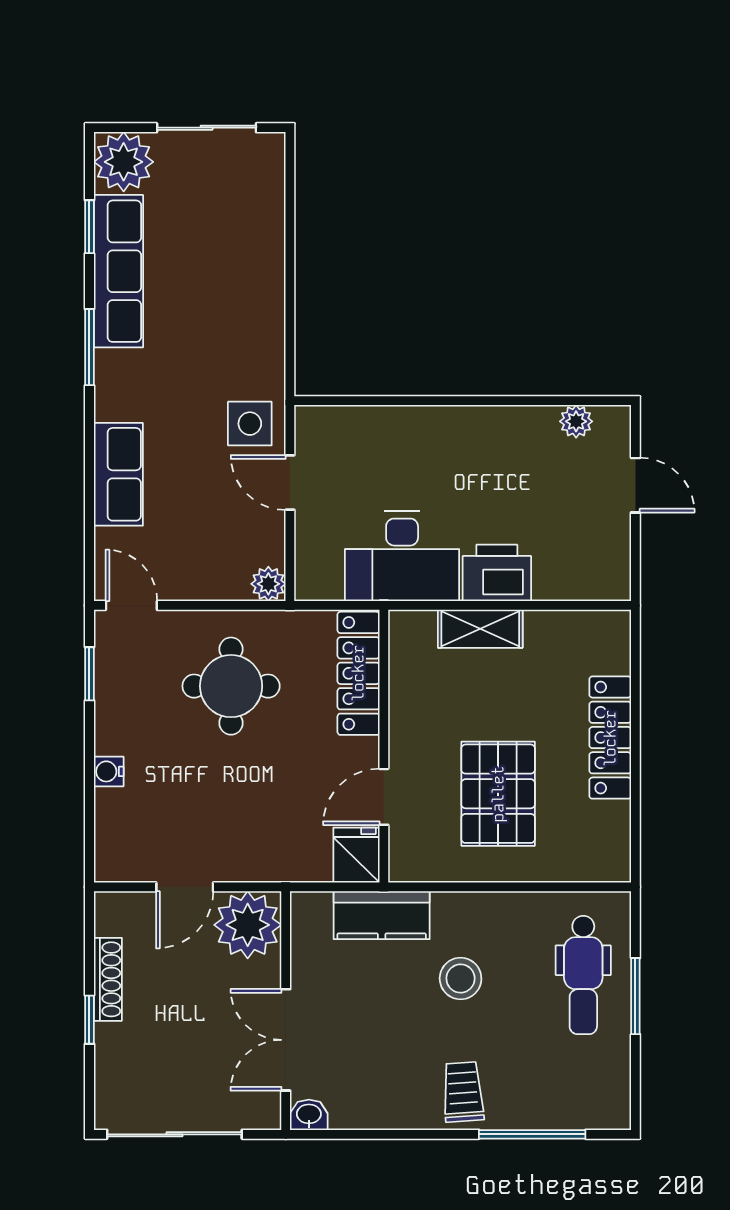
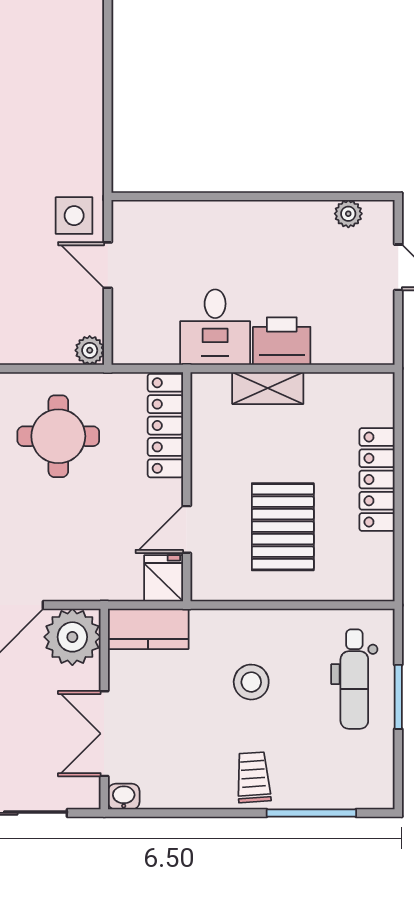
desk: (402, 556) -> (215, 327), width x0.73
kitchen counter: (382, 915) -> (148, 629), moved

